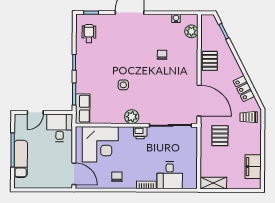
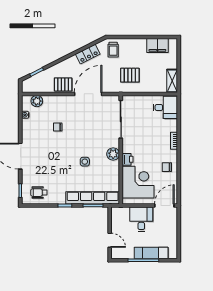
door: (199, 101) -> (88, 94), moved
row of seats: (83, 109) -> (93, 198), width x2.02
desk: (60, 128) -> (141, 219), moved, turned 90
printer: (140, 133) -> (128, 159), moved
desk: (170, 175) -> (165, 107), moved

